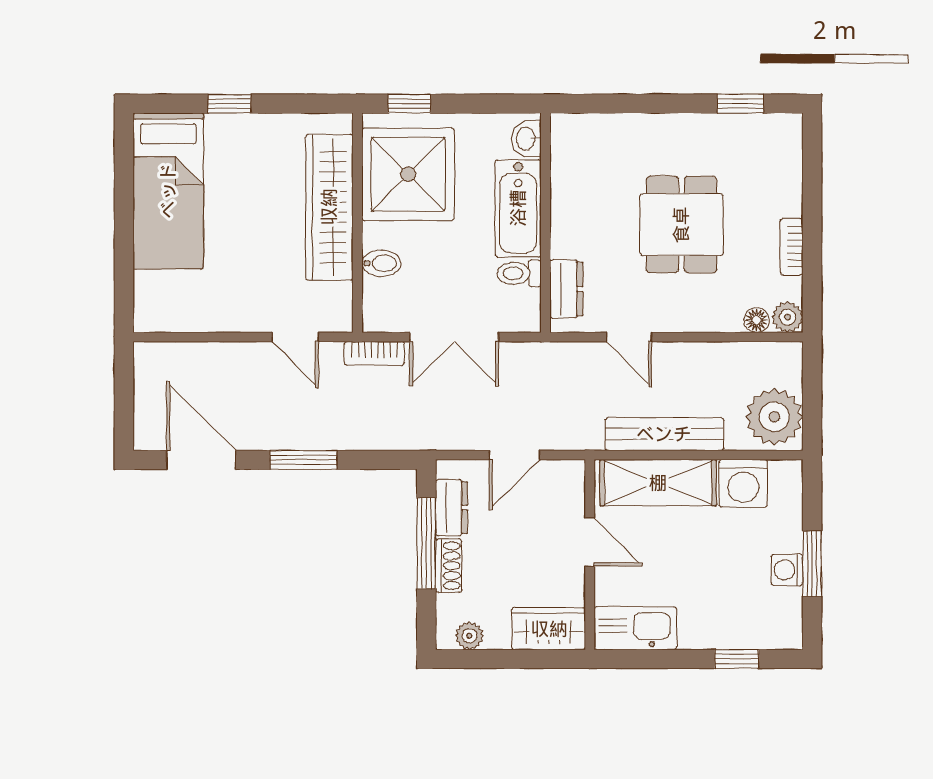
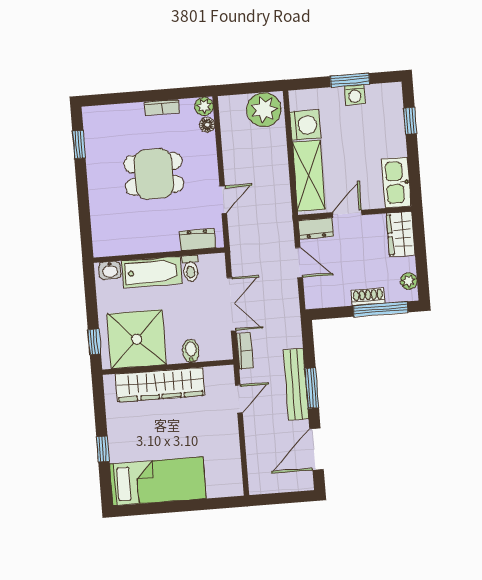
bench: (664, 434) -> (296, 384), moved
dresser: (452, 508) -> (316, 228), moved, turned 180
window: (426, 543) -> (381, 309), moved

